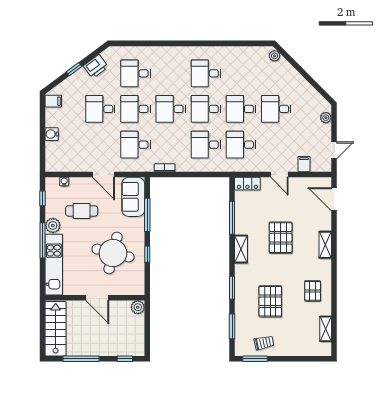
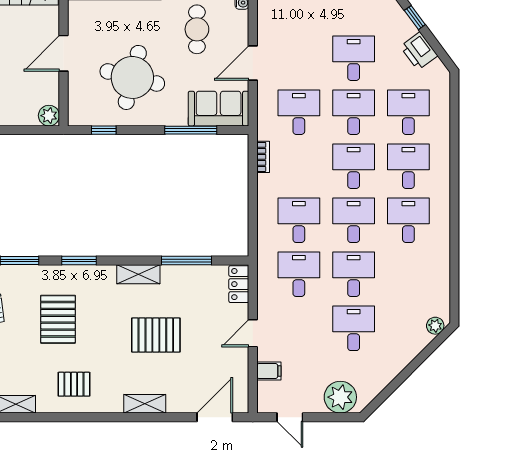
desk: (171, 73) -> (408, 166), added
plant: (326, 118) -> (340, 397), width x1.87, depth x1.87
window: (147, 254) -> (104, 130), moved
pallet: (270, 301) -> (58, 319), turned 90

